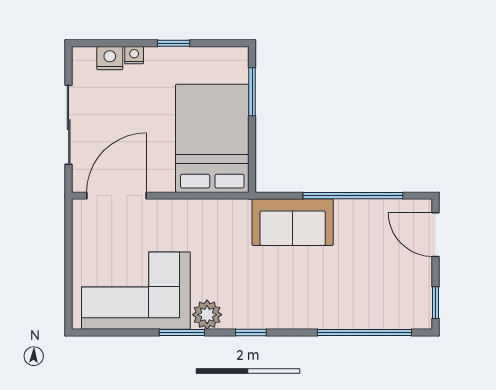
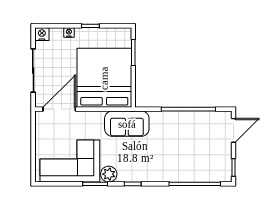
nightstand: (110, 58) -> (42, 34), moved
bed: (212, 138) -> (104, 78), width x1.36
sofa: (293, 222) -> (127, 124), moved
door: (435, 235) -> (233, 130), swing flipped

